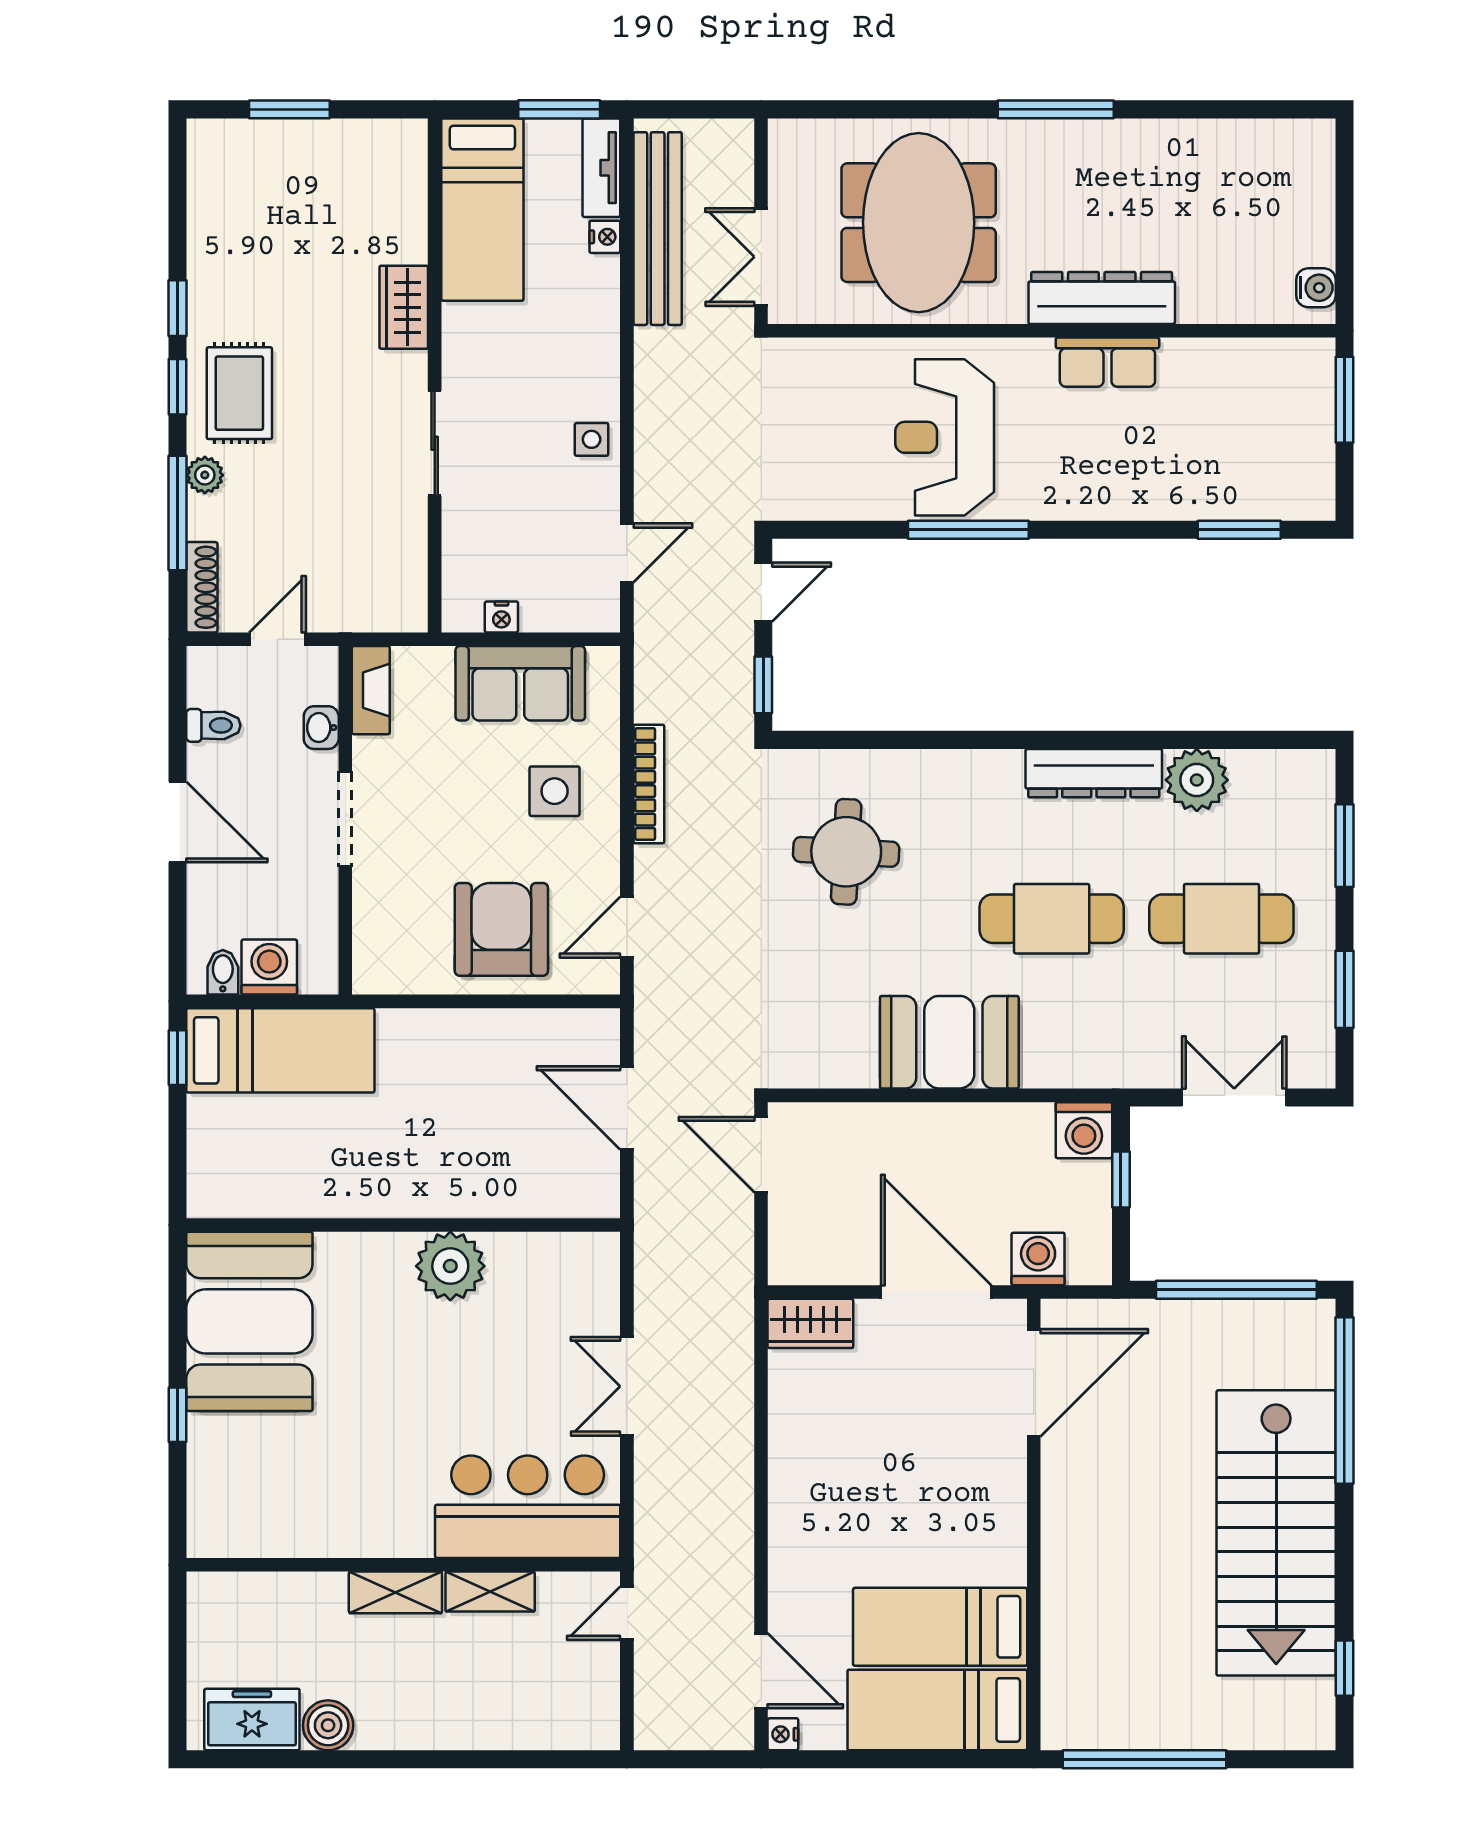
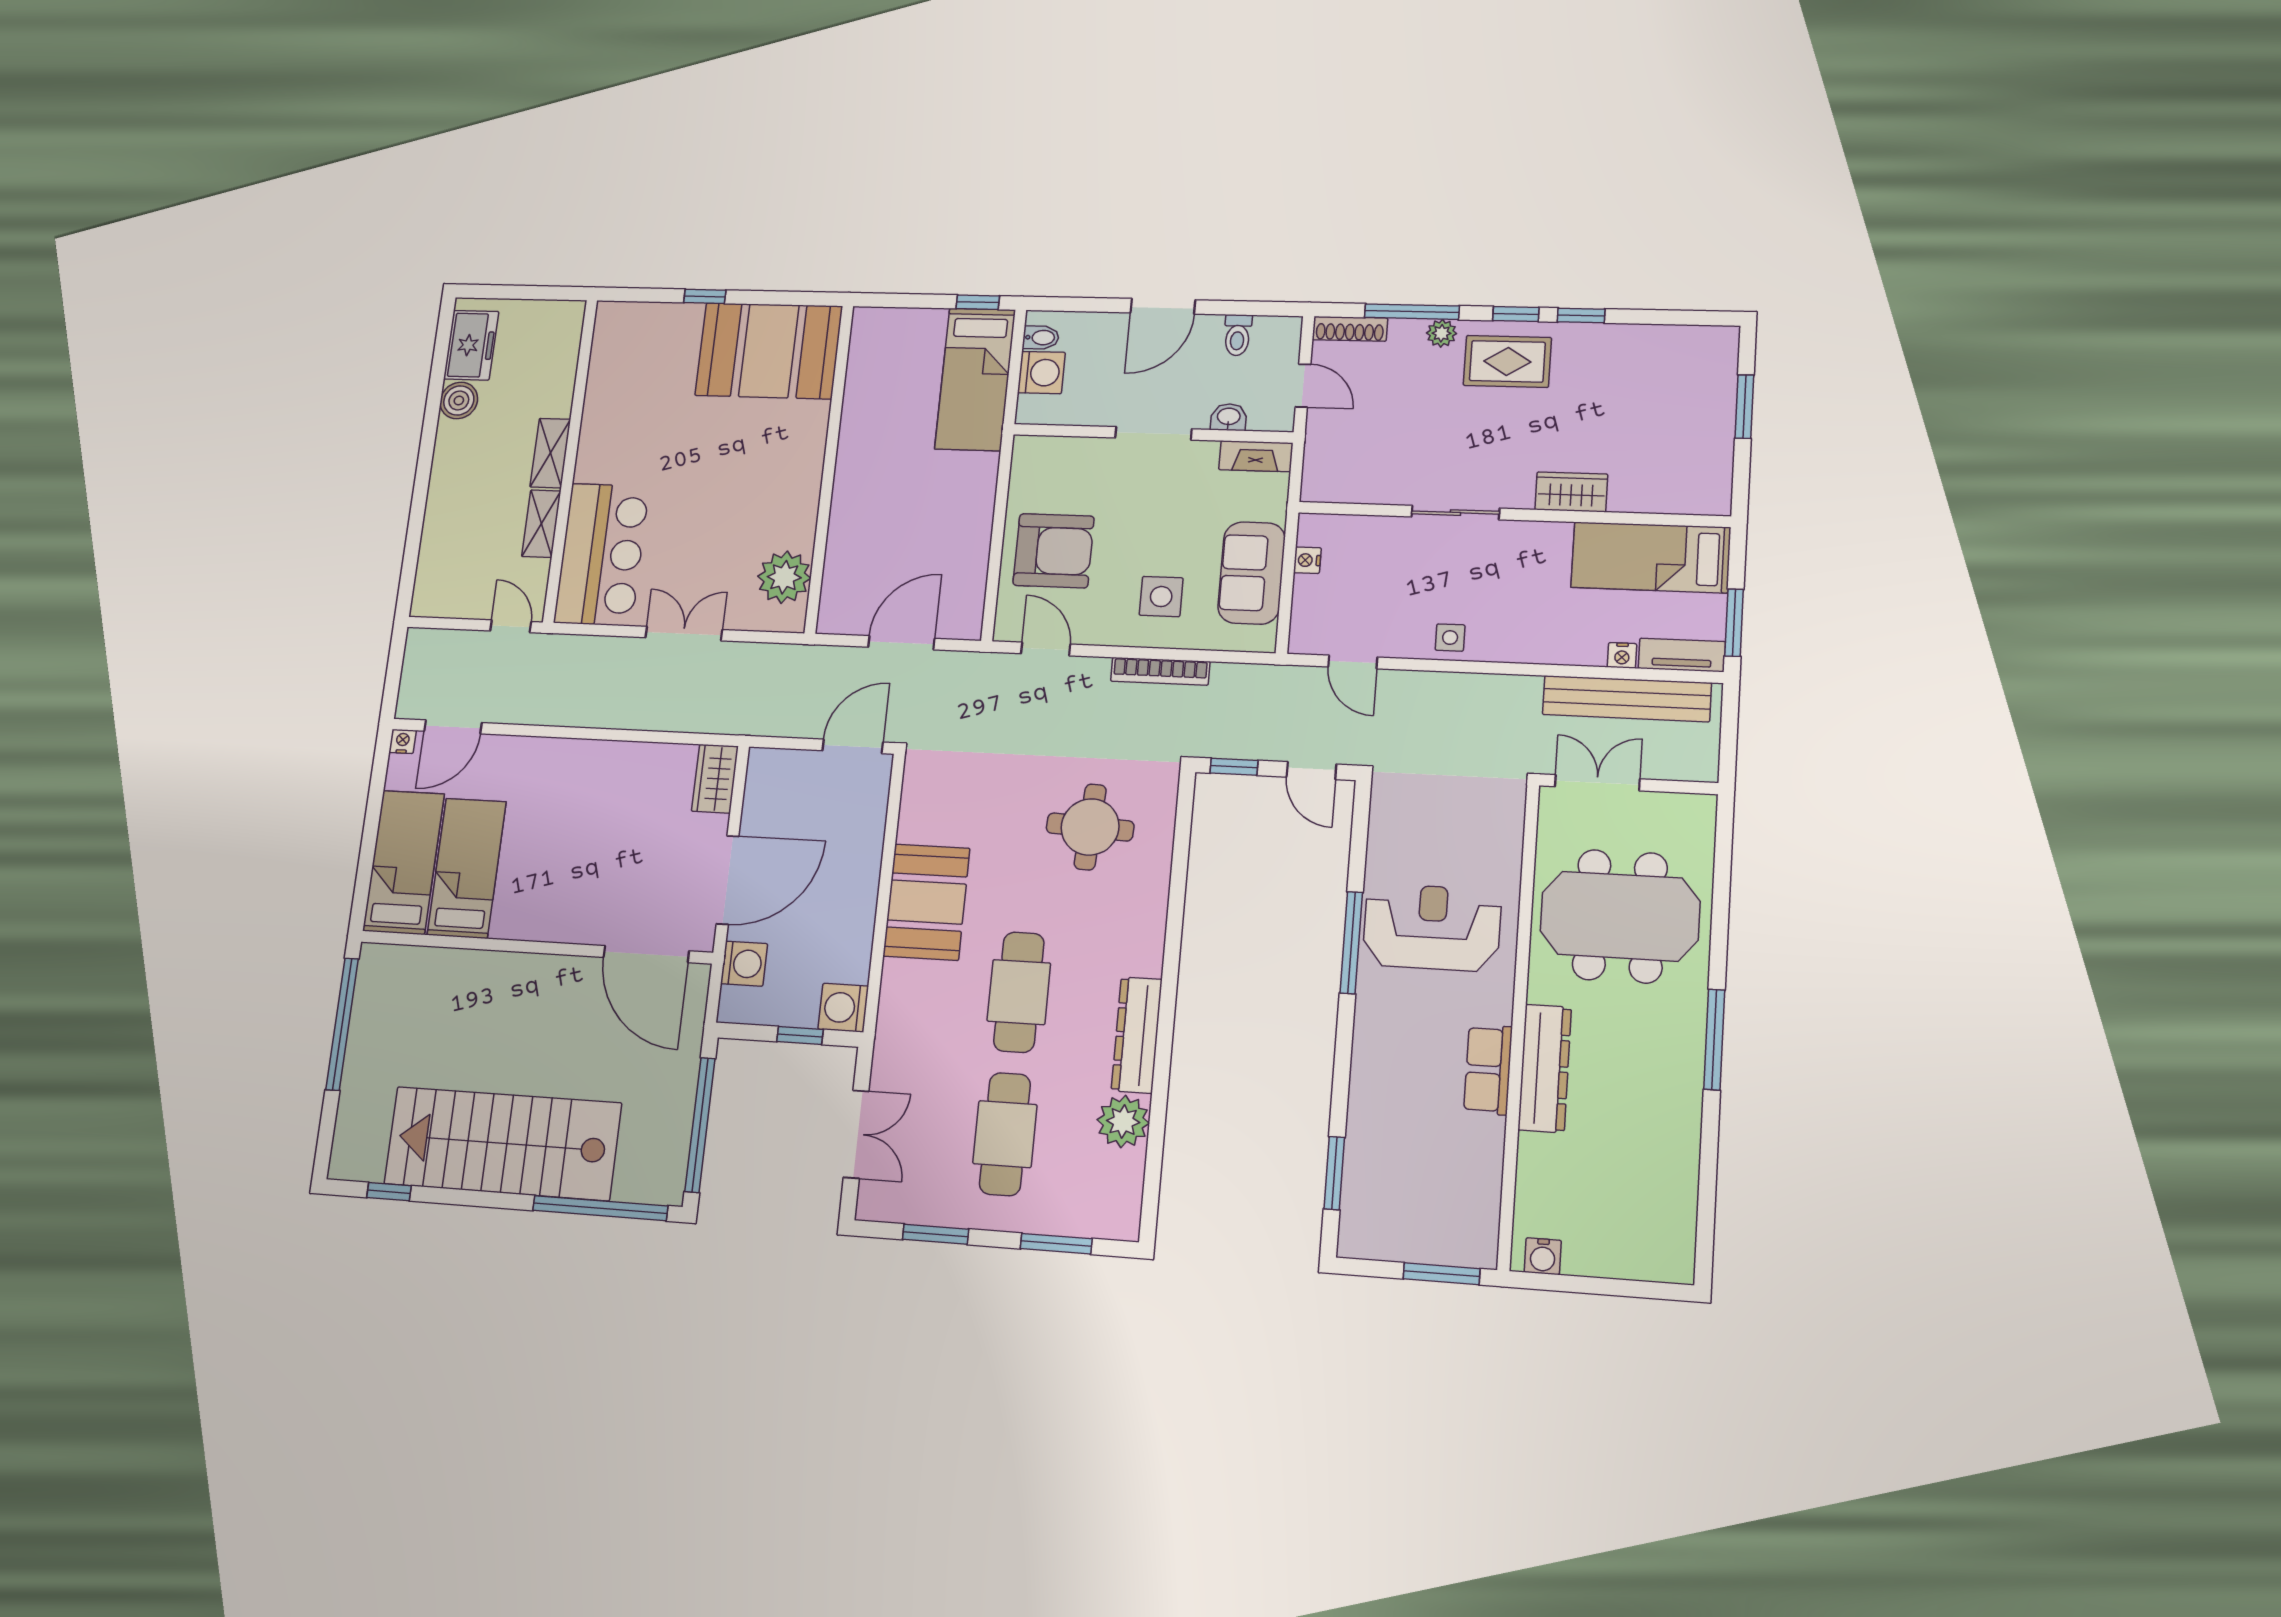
plant: (450, 1266) -> (784, 577), moved

